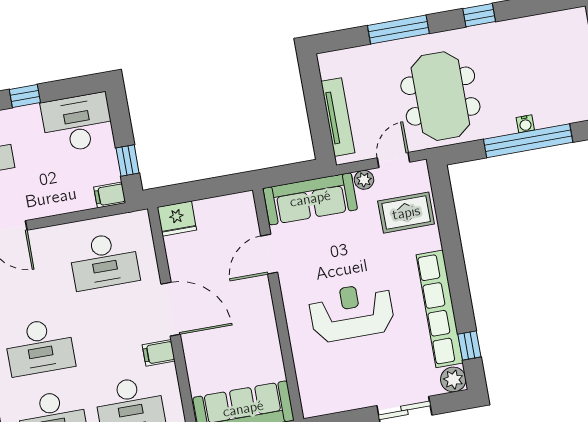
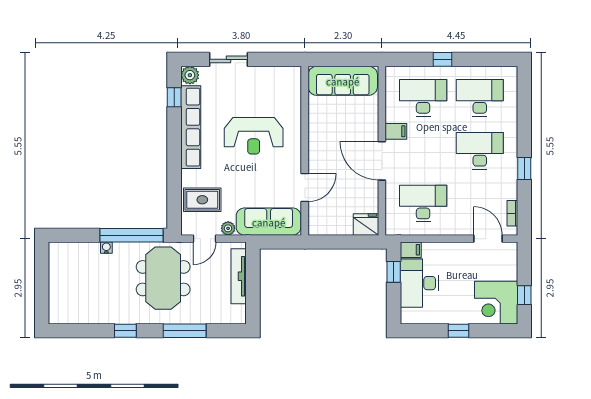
desk: (77, 123) -> (419, 283), moved, turned 90
window: (528, 141) -> (131, 235), moved

